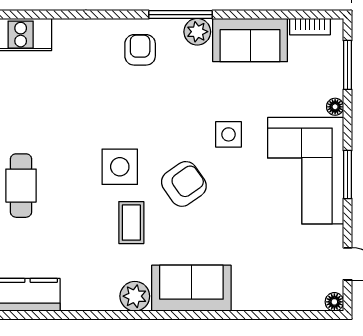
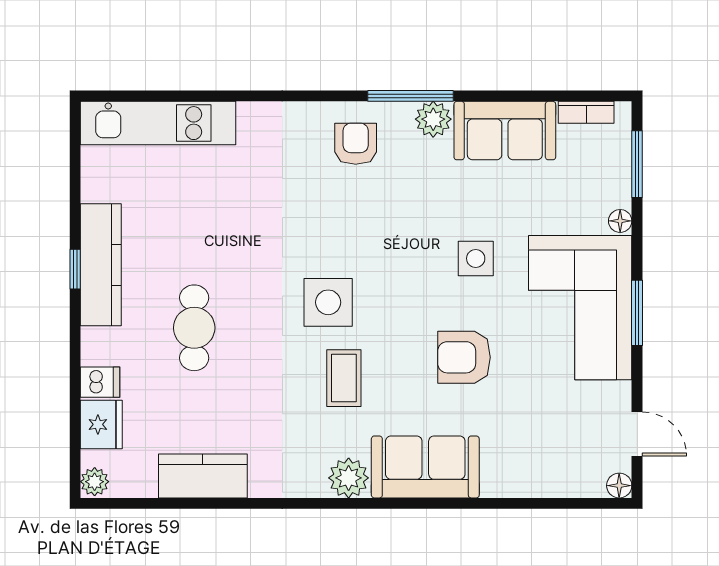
armchair: (184, 184) -> (464, 357), moved, turned -145

